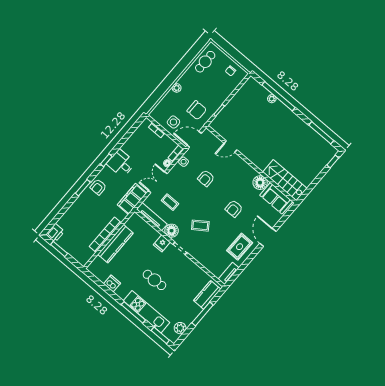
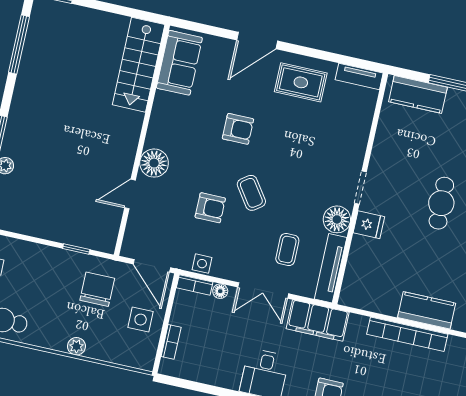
door: (231, 146) -> (130, 194), swing flipped
floor lamp: (260, 183) -> (154, 163), moved
coffee table: (200, 226) -> (251, 193), moved
kitchen counter: (115, 244) -> (427, 310), width x0.67

